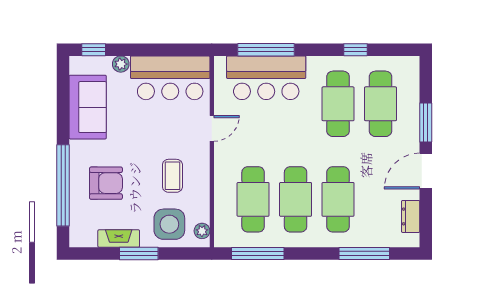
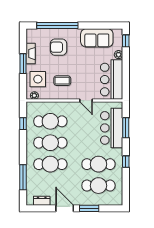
window: (266, 50) -> (126, 128), width x0.69
window: (355, 50) -> (126, 162), moved
armchair: (106, 183) -> (59, 47), turned 90
window: (258, 253) -> (23, 124), width x0.46

